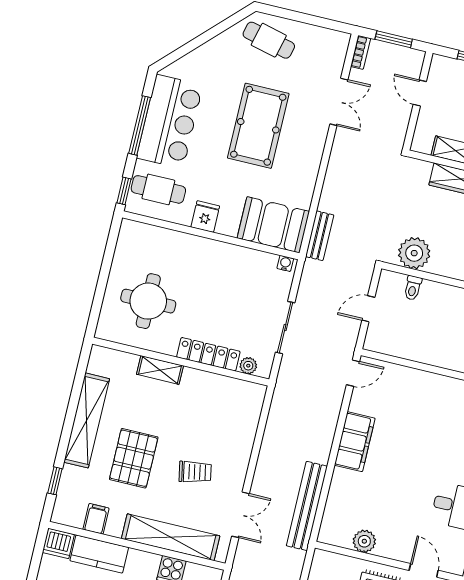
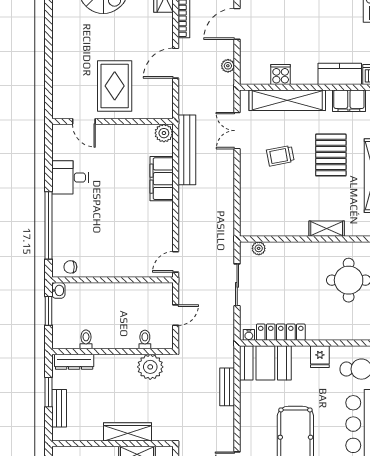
bench: (320, 236) -> (227, 387), moved
locker: (208, 354) -> (281, 332), moved, turned 180
filing cabinet: (355, 442) -> (162, 179), moved
filing cabinet: (96, 519) -> (349, 101), width x2.00
plant: (364, 541) -> (164, 133), moved

